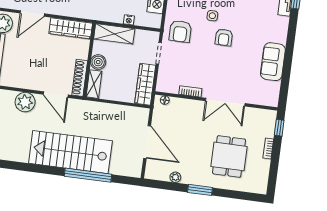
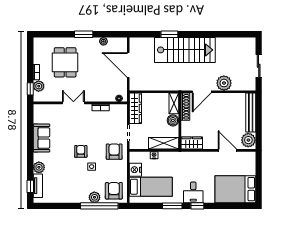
door: (32, 13) -> (227, 150), hinge flipped
plant: (281, 24) -> (39, 167), added
wardrobe: (71, 28) -> (192, 143), width x0.67
door: (56, 95) -> (202, 92), swing flipped
double door: (225, 102) -> (73, 103), width x0.73
plant: (268, 130) -> (39, 86), added
window: (88, 175) -> (169, 34), width x0.47

